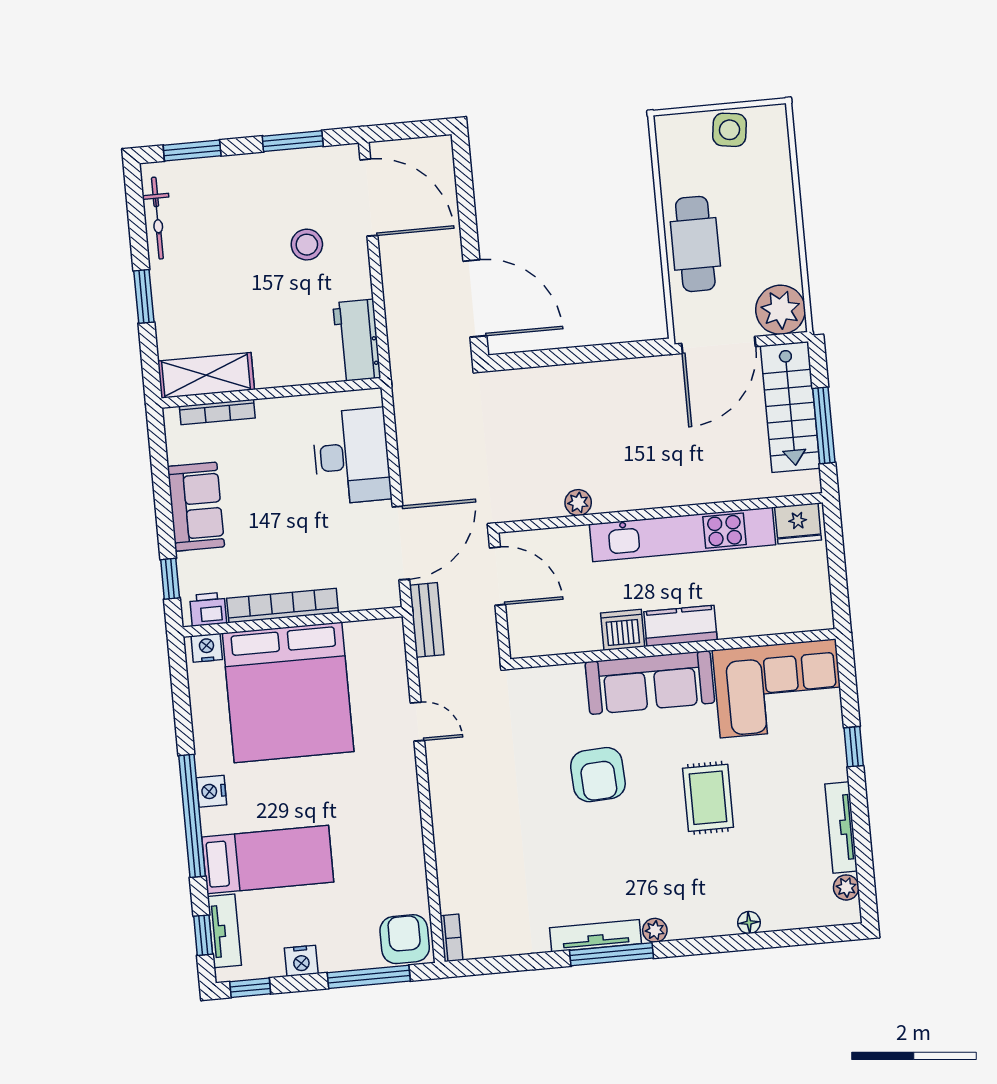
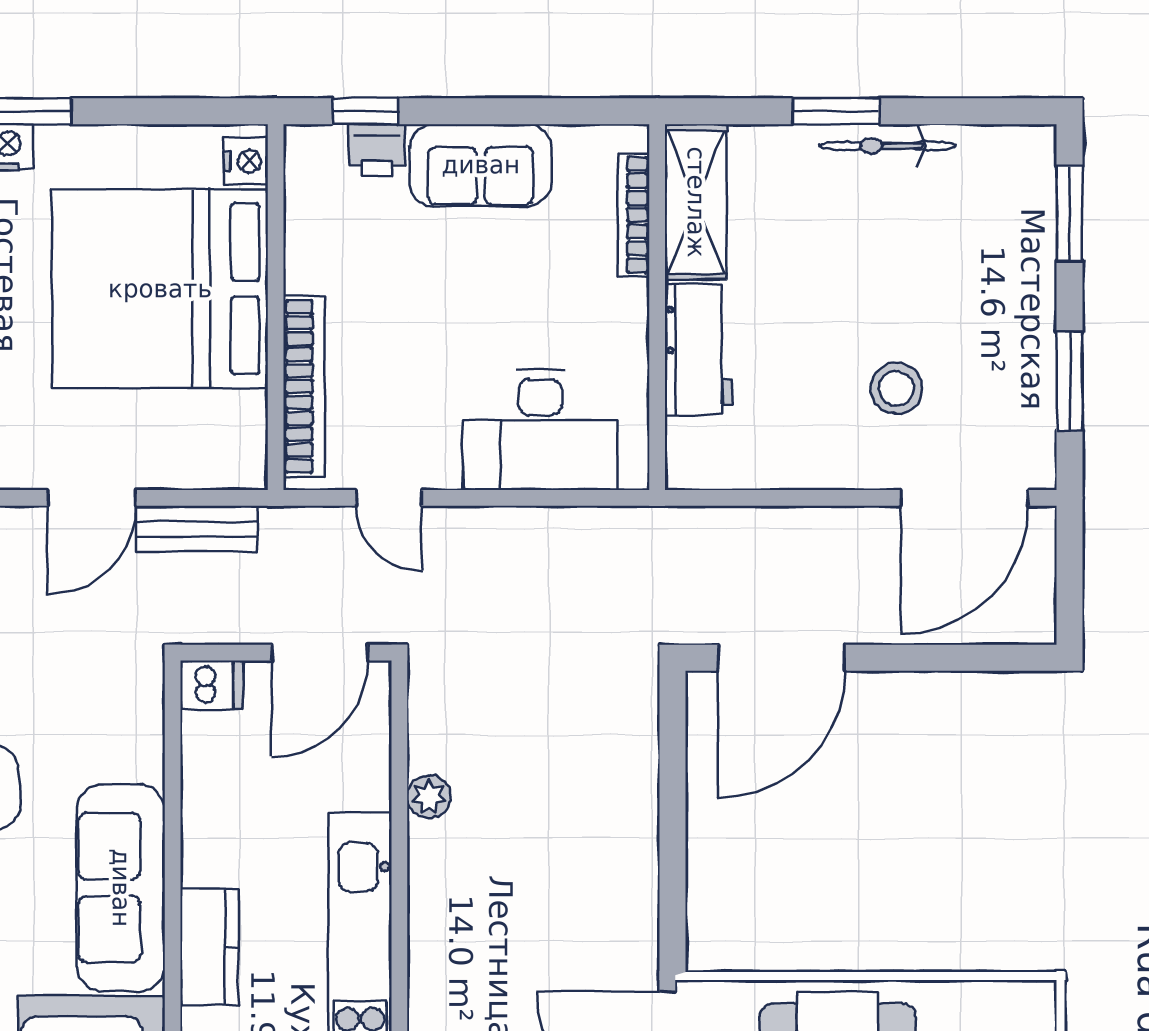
bicycle: (157, 218) -> (888, 146), moved
workbench: (357, 340) -> (699, 350), moved, turned 90
door: (401, 543) -> (389, 498), width x0.53
bookcase: (283, 606) -> (304, 386), moved
printer: (208, 609) -> (377, 150), moved, turned 90
bench: (427, 620) -> (196, 529), moved
dishwasher: (623, 630) -> (212, 685), moved, width x0.73
door: (417, 722) -> (92, 498), width x1.37

